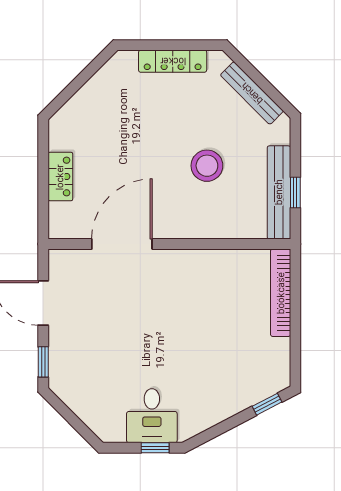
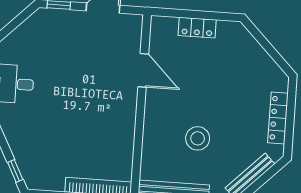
door: (122, 244) -> (143, 70), width x0.73

